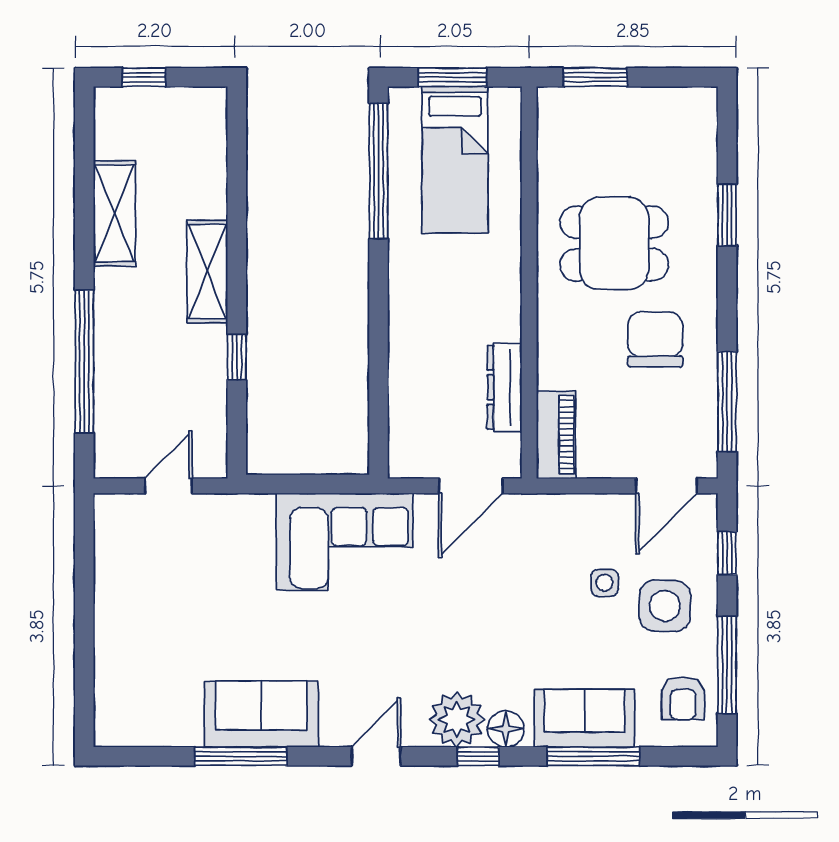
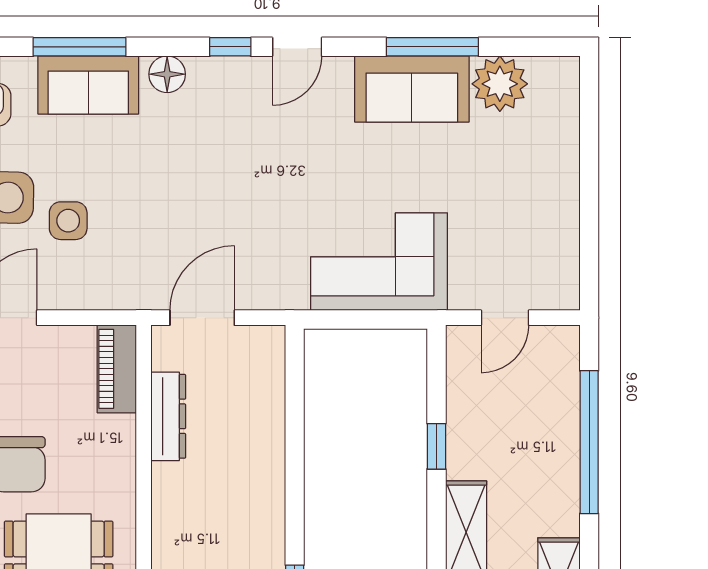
corner sofa: (344, 542) -> (379, 262), moved
side table: (605, 583) -> (68, 221), width x1.37, depth x1.37
plant: (457, 719) -> (500, 84), moved
window: (478, 756) -> (230, 47), moved

